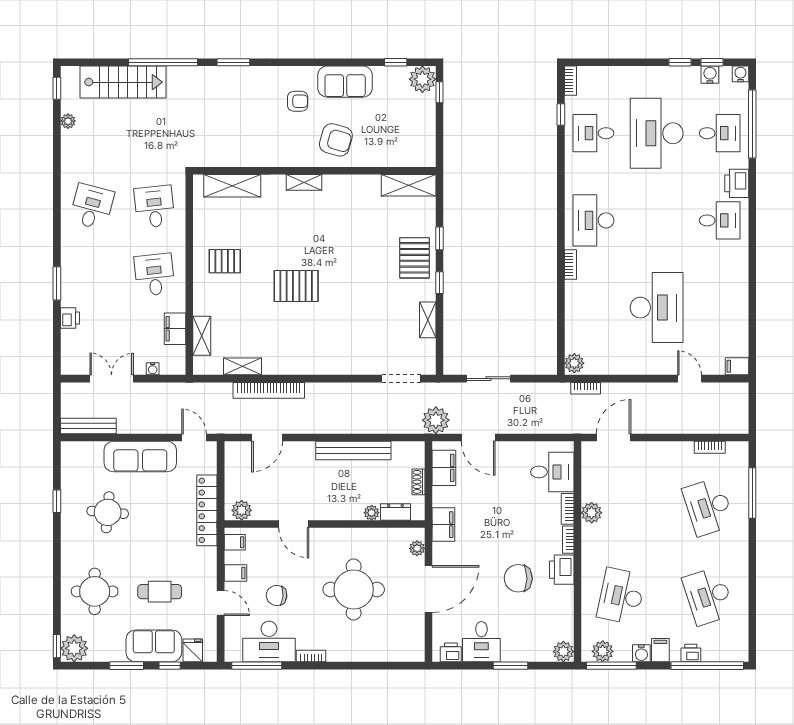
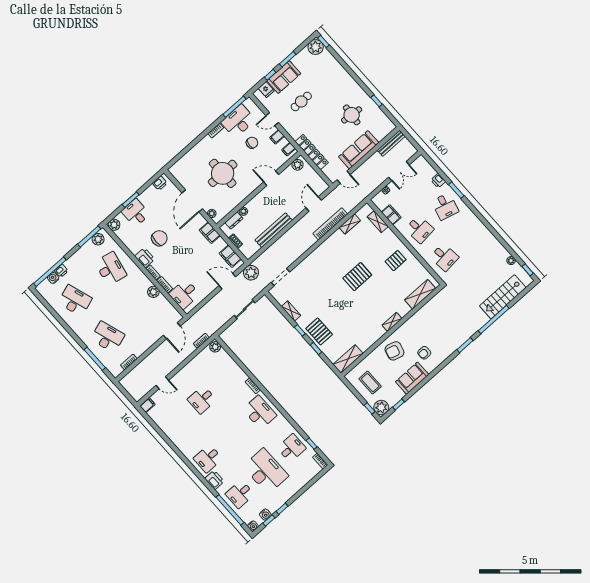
coffee table: (407, 127) -> (370, 383), added
desk: (92, 207) -> (445, 206), moved
desk: (657, 308) -> (202, 400), width x0.53, depth x0.77
round table: (95, 591) -> (328, 78), removed
desk: (481, 642) -> (136, 213), moved
filing cabinet: (660, 650) -> (75, 261), removed
water cooler: (641, 653) -> (53, 278), moved

